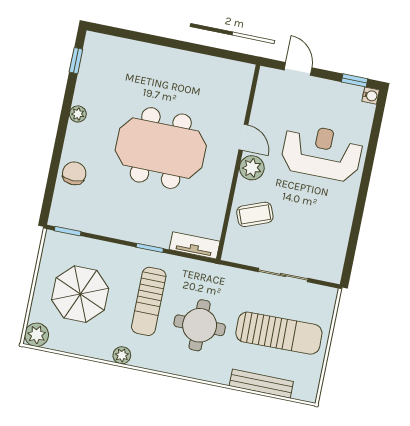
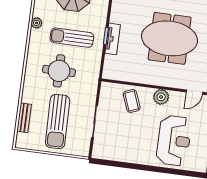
door: (243, 137) -> (194, 92), moved
meeting table: (161, 148) -> (170, 38), turned 90
tv unit: (195, 245) -> (113, 39), moved
bench: (261, 384) -> (24, 118), width x0.73

